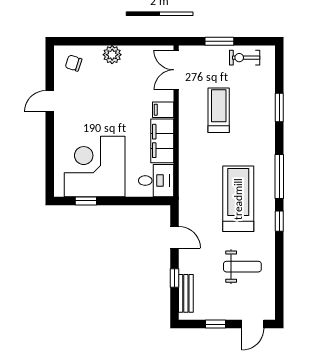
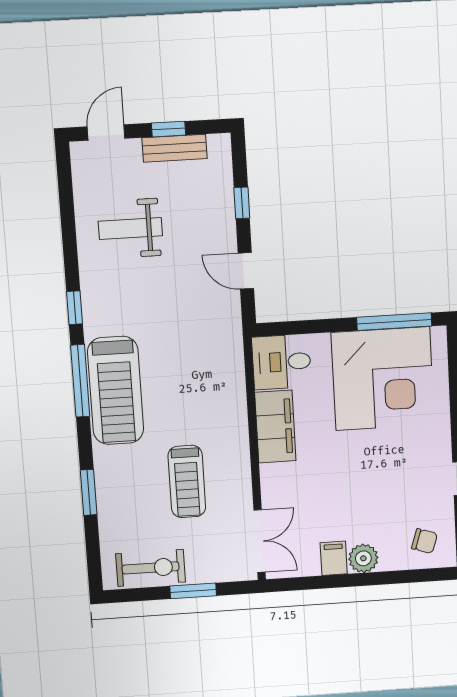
exercise bike: (245, 58) -> (151, 568), width x1.38, depth x1.39
filing cabinet: (163, 110) -> (334, 558), moved, turned -90
treadmill: (238, 199) -> (116, 391), moved
window: (86, 201) -> (394, 322), width x2.17
bench: (186, 293) -> (174, 148), moved, turned 90

